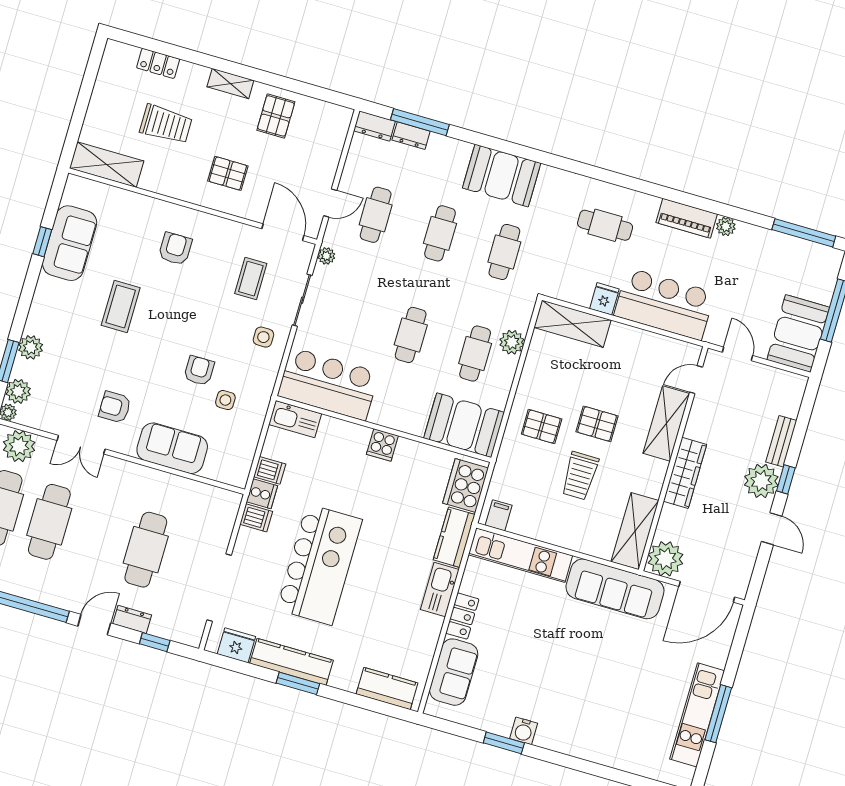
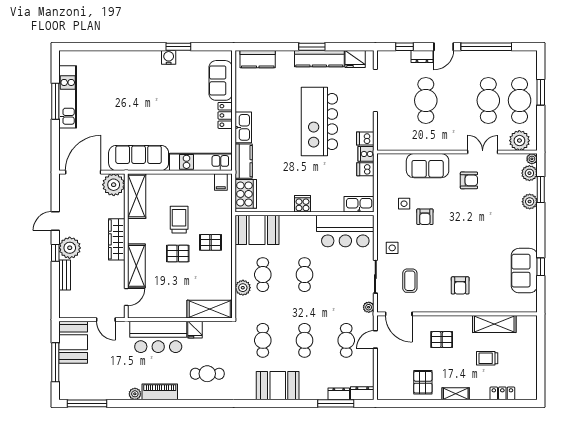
trolley: (166, 124) -> (487, 358), width x0.73, depth x0.72
shelving: (107, 165) -> (494, 324), moved
coffee table: (121, 306) -> (483, 242), removed
door: (772, 529) -> (55, 221), hinge flipped

